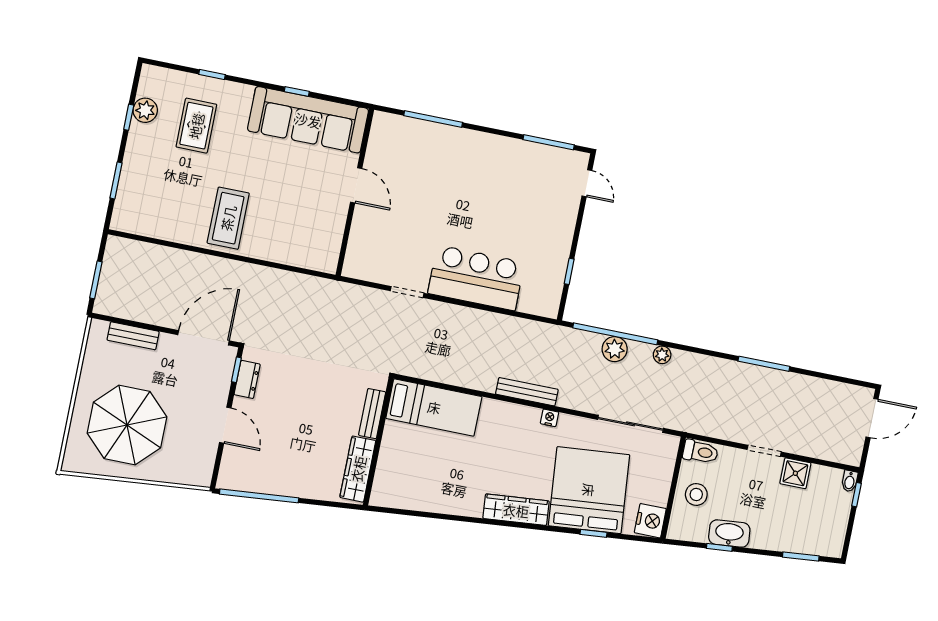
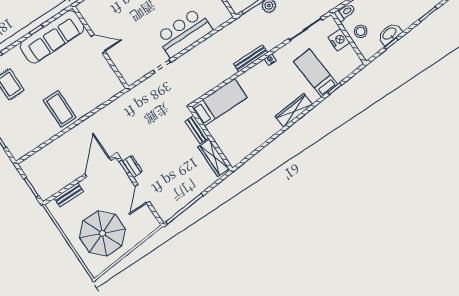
door: (225, 425) -> (142, 194), swing flipped
bed: (589, 490) -> (315, 73), width x0.49
nightstand: (650, 521) -> (339, 40), moved

